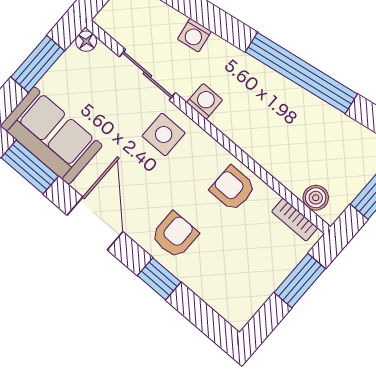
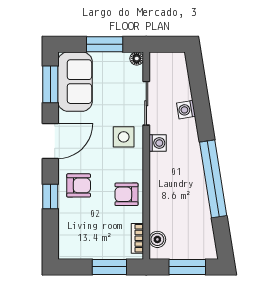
armchair: (233, 188) -> (126, 194), turned -90

